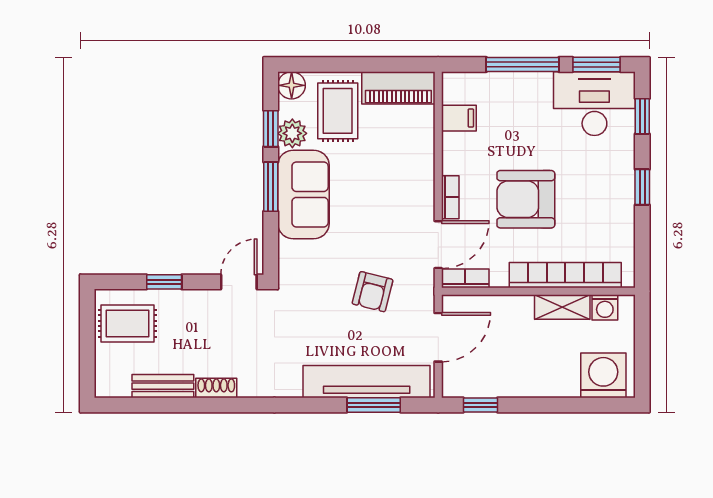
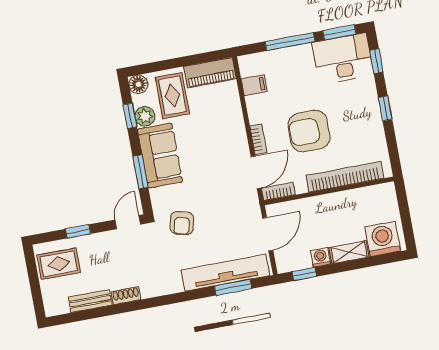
window: (271, 187) -> (140, 172), moved
armchair: (373, 292) -> (182, 223), moved
shelving: (562, 307) -> (349, 252), moved
washing machine: (605, 307) -> (321, 257), moved, turned 180

